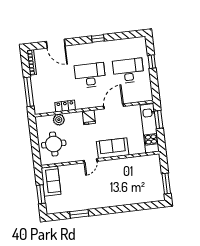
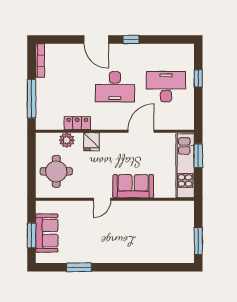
door: (56, 44) -> (96, 39), moved
desk: (90, 75) -> (115, 87), turned 180
fridge: (89, 117) -> (91, 142), moved
sofa: (51, 181) -> (47, 233), moved

